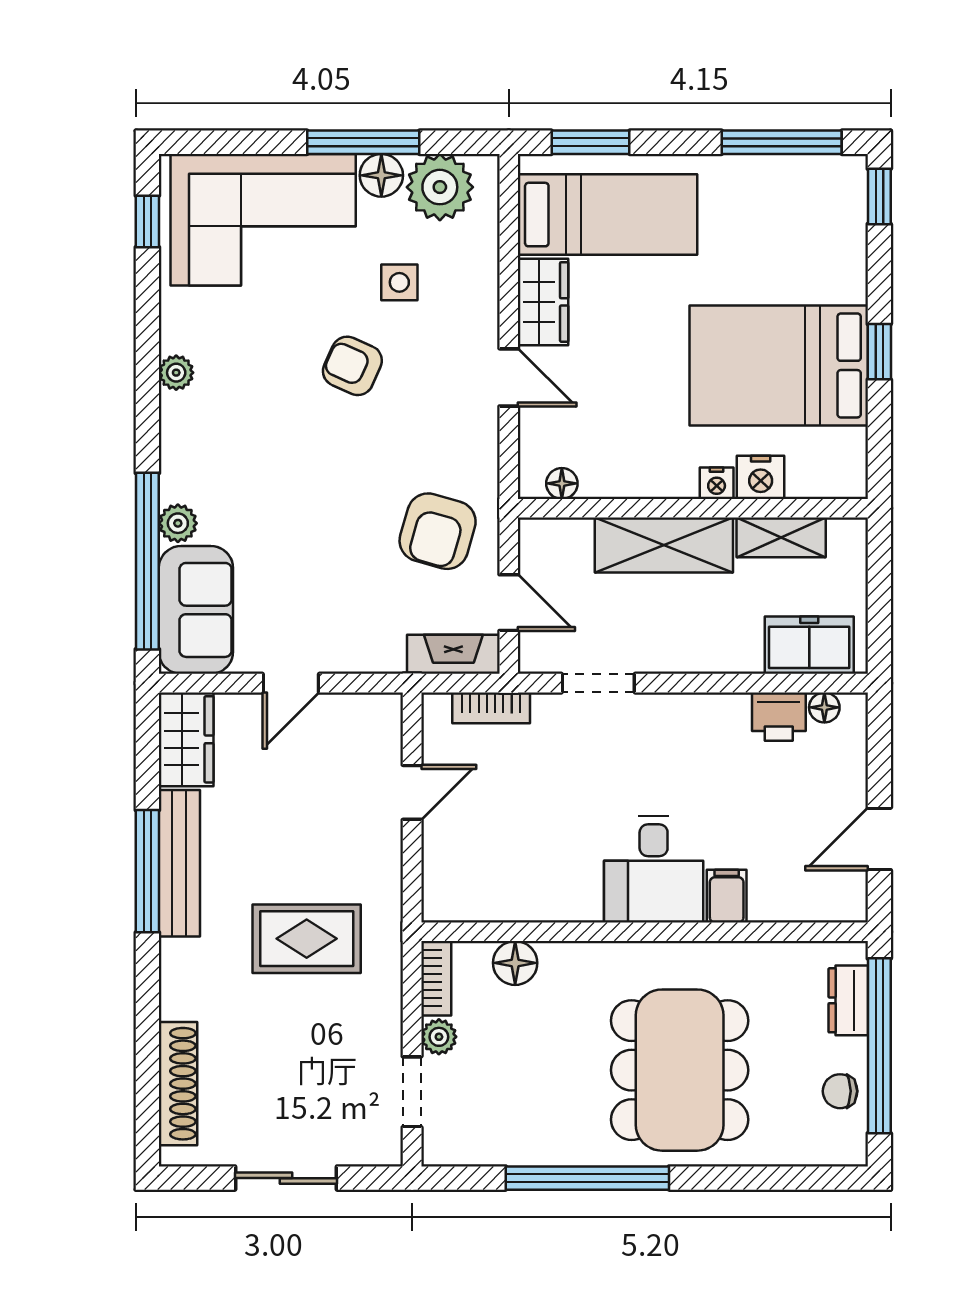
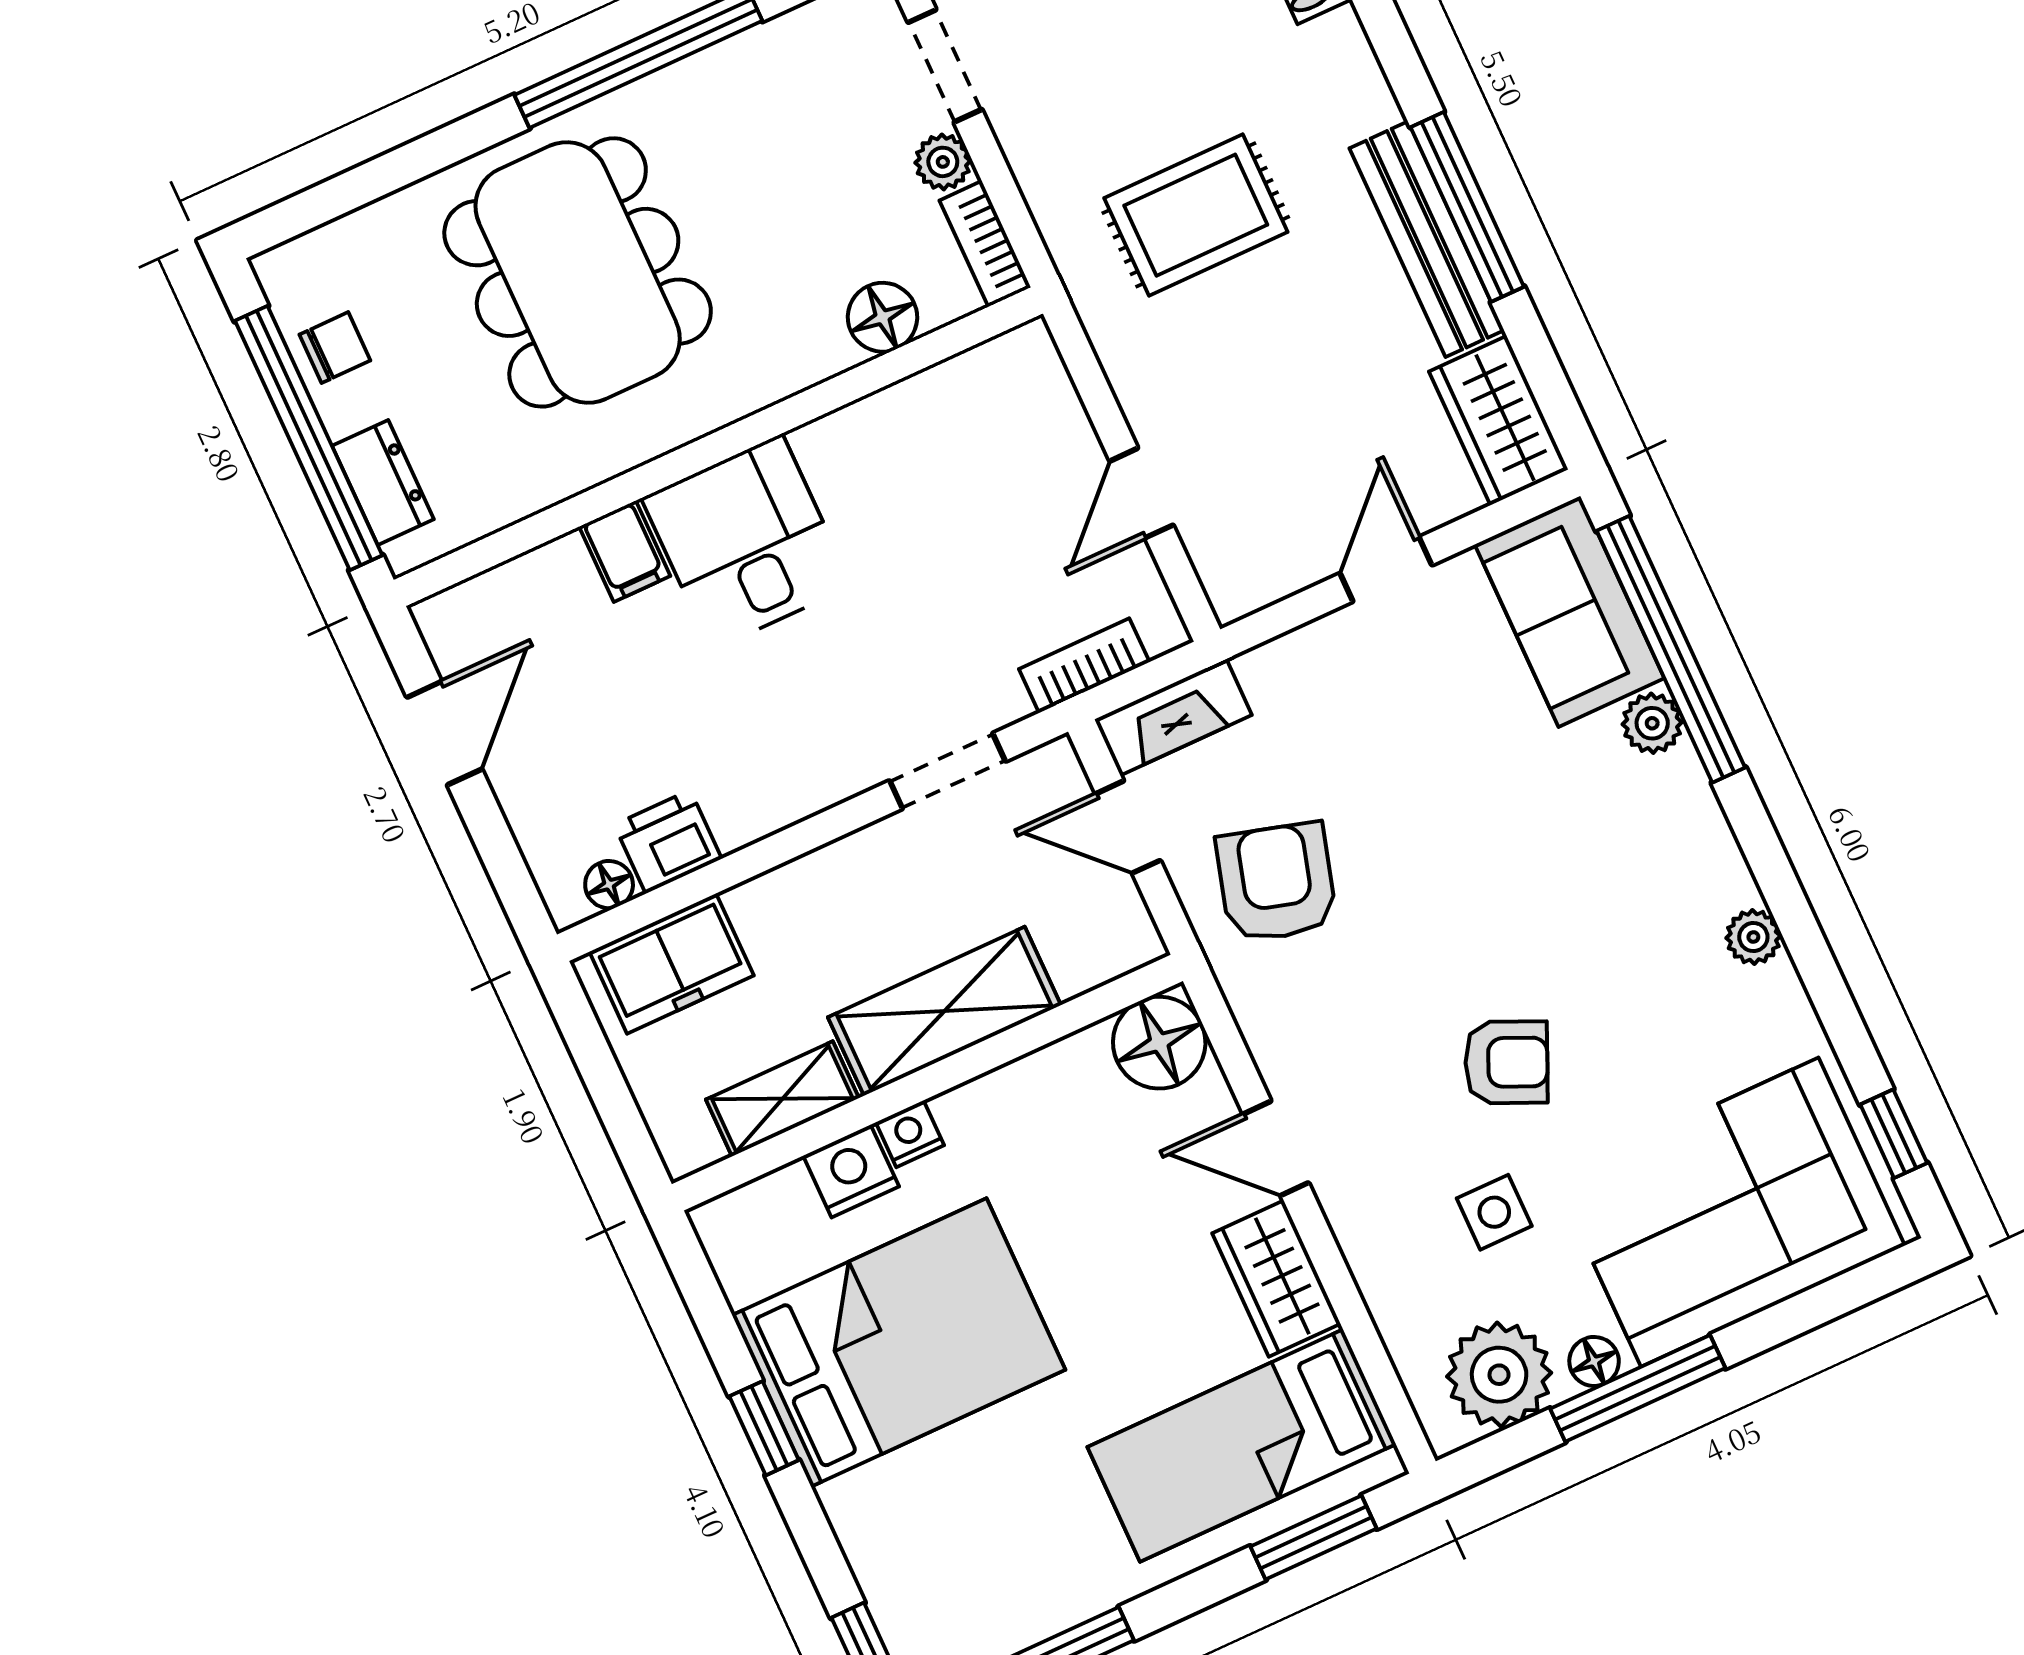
floor lamp: (381, 175) -> (1594, 1361), width x0.73, depth x0.73
floor lamp: (562, 483) -> (1159, 1043), width x1.89, depth x1.89

